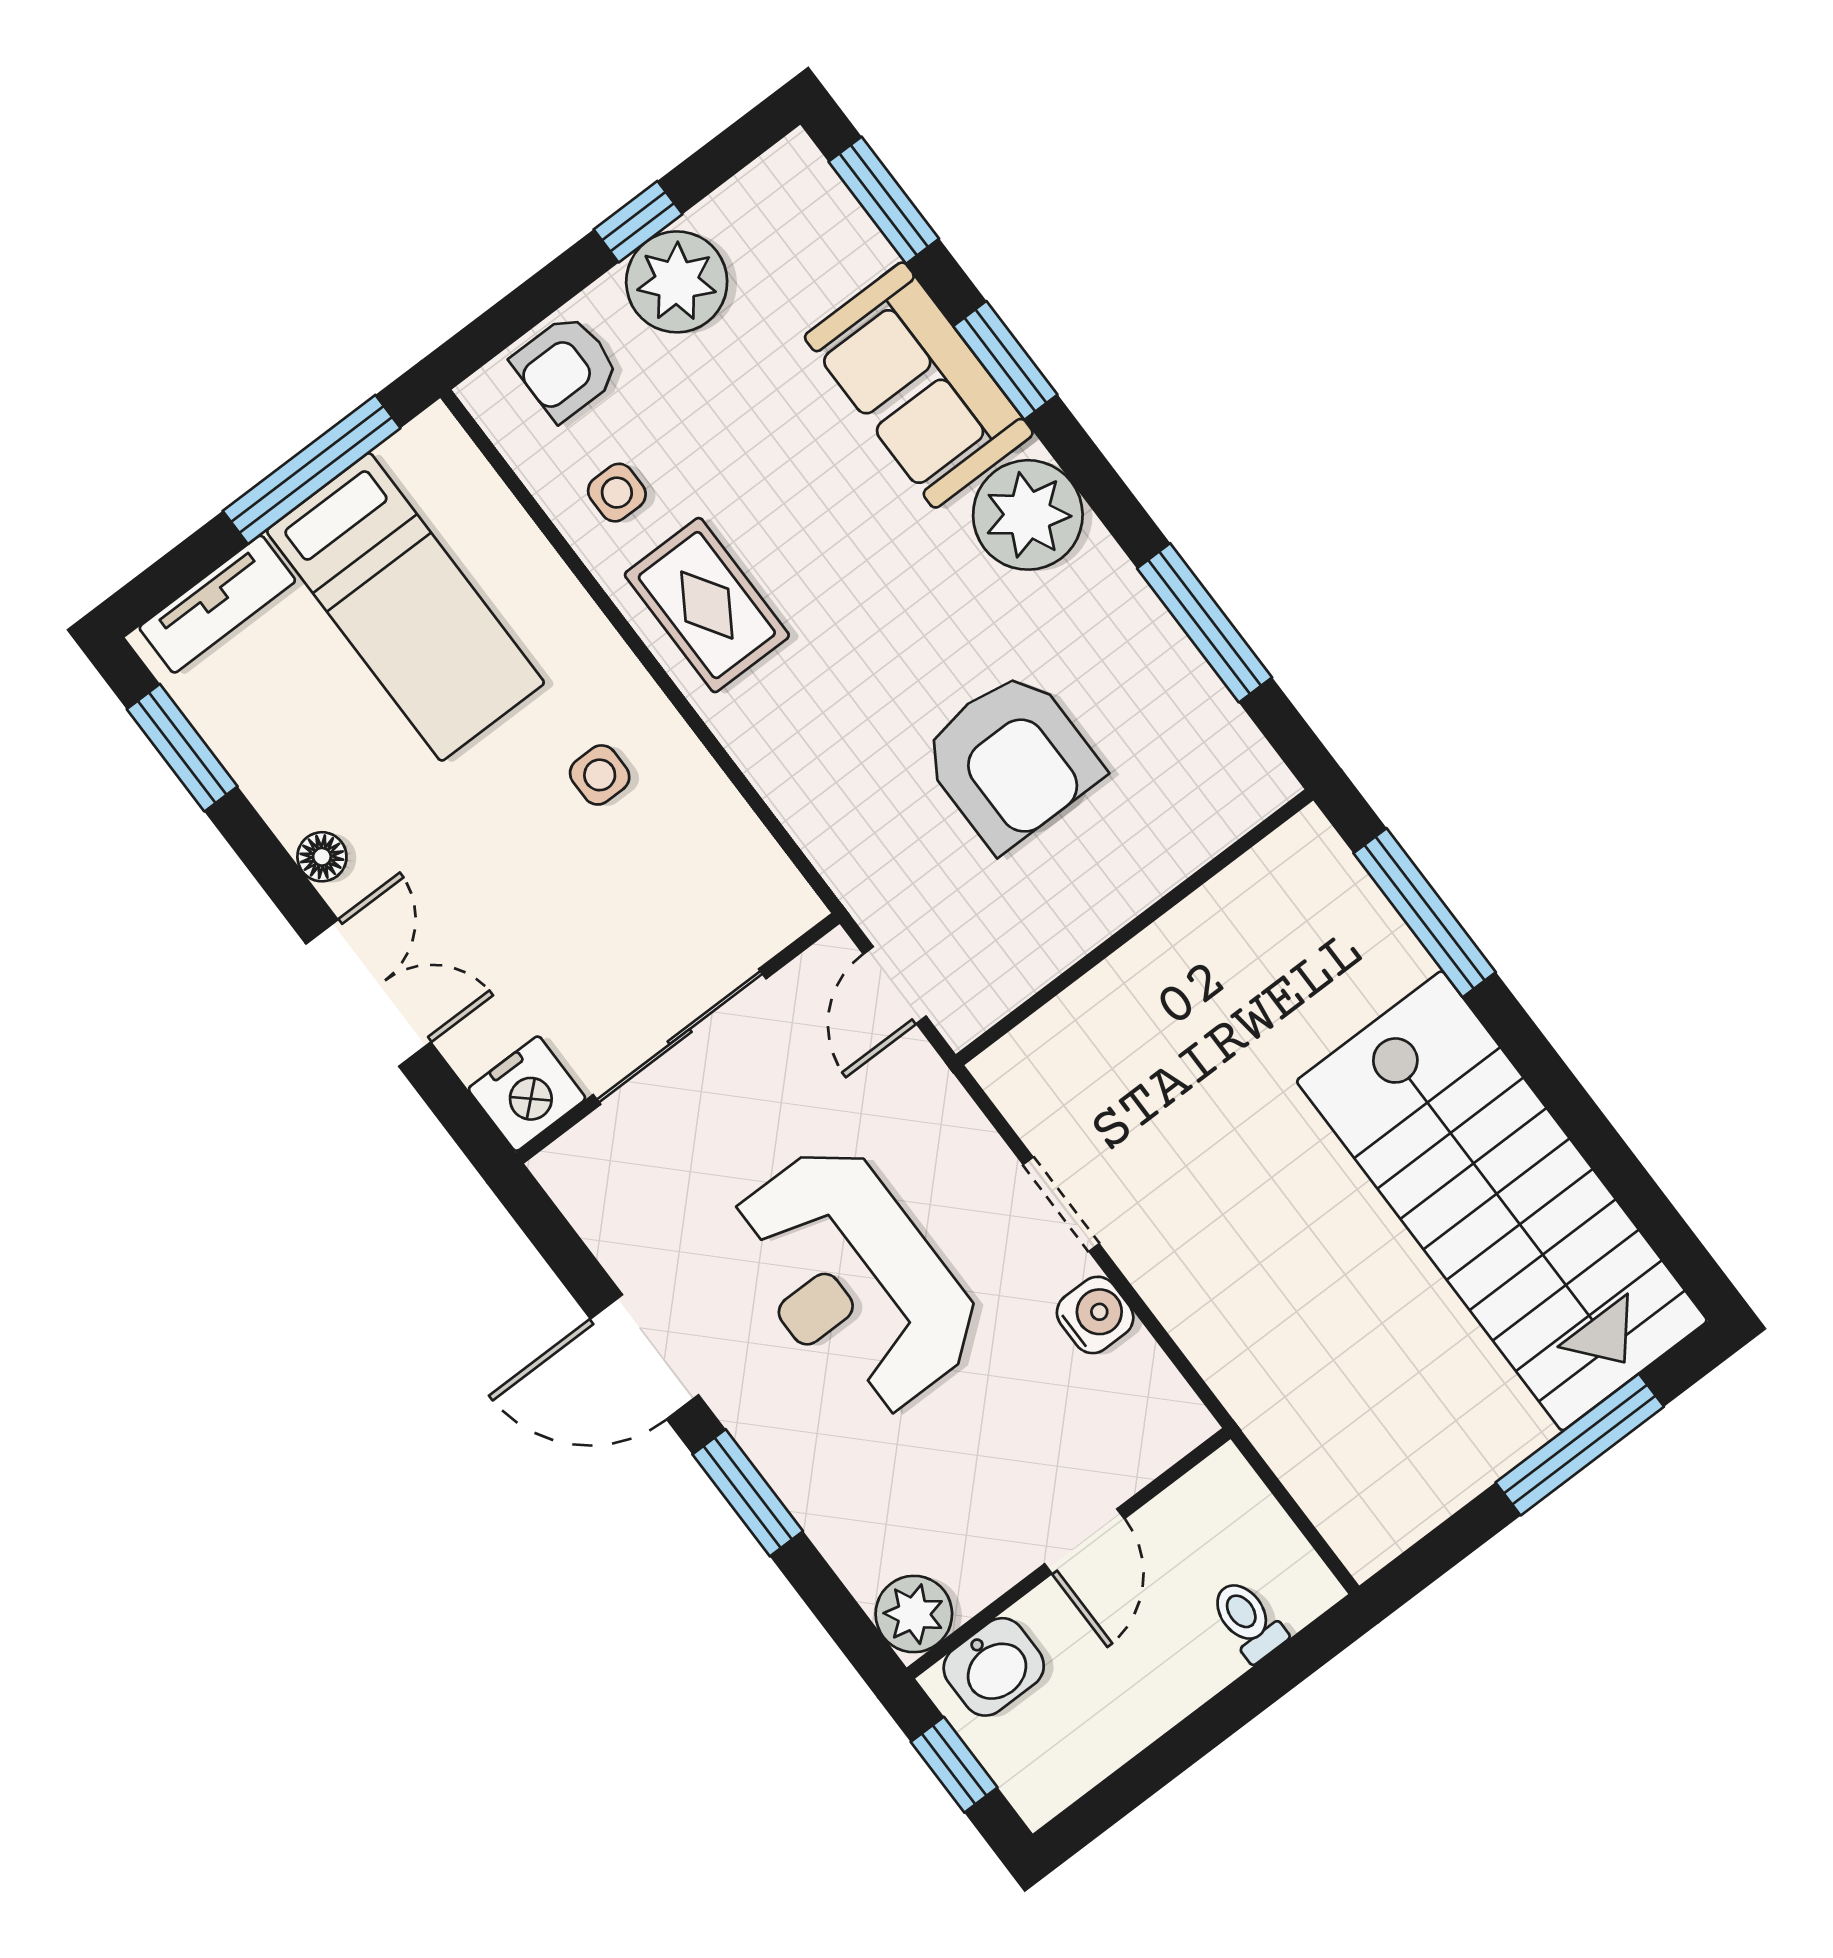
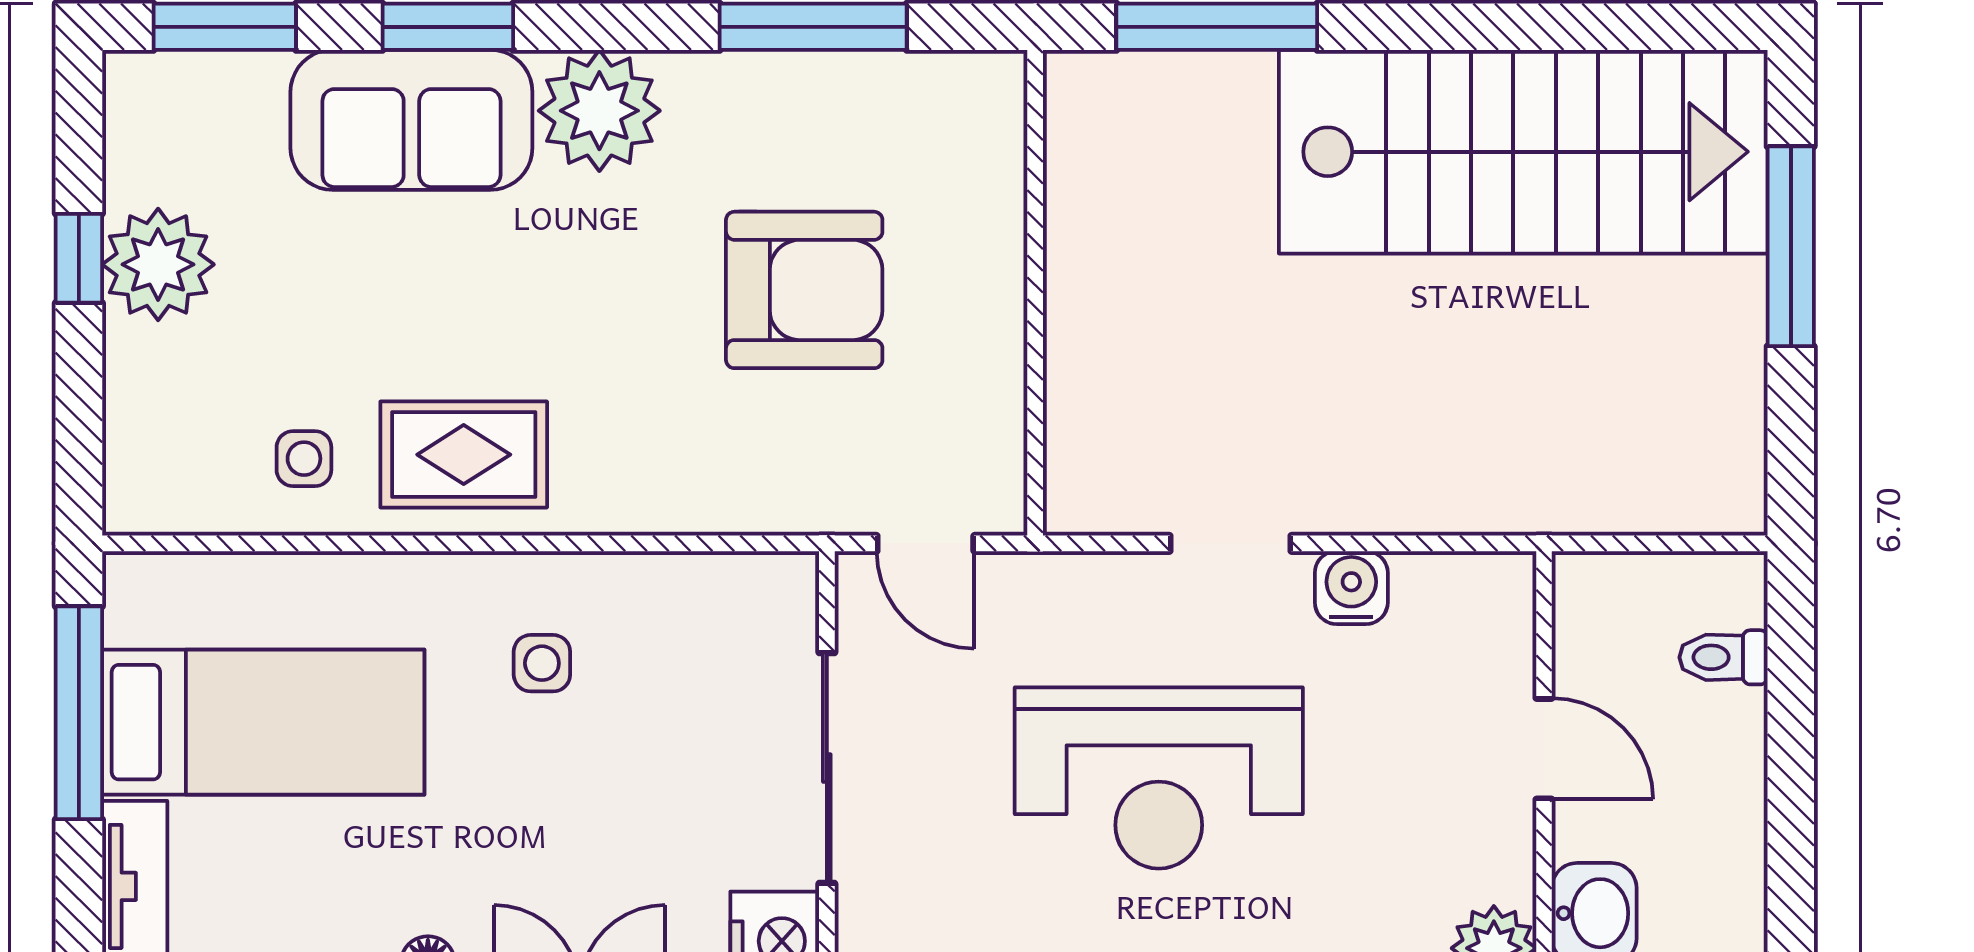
armchair: (566, 367) -> (159, 420), removed

